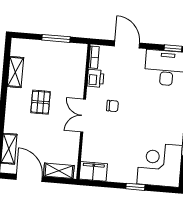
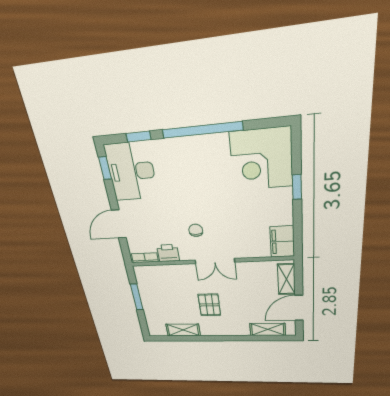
pallet: (41, 102) -> (209, 305), turned 90

